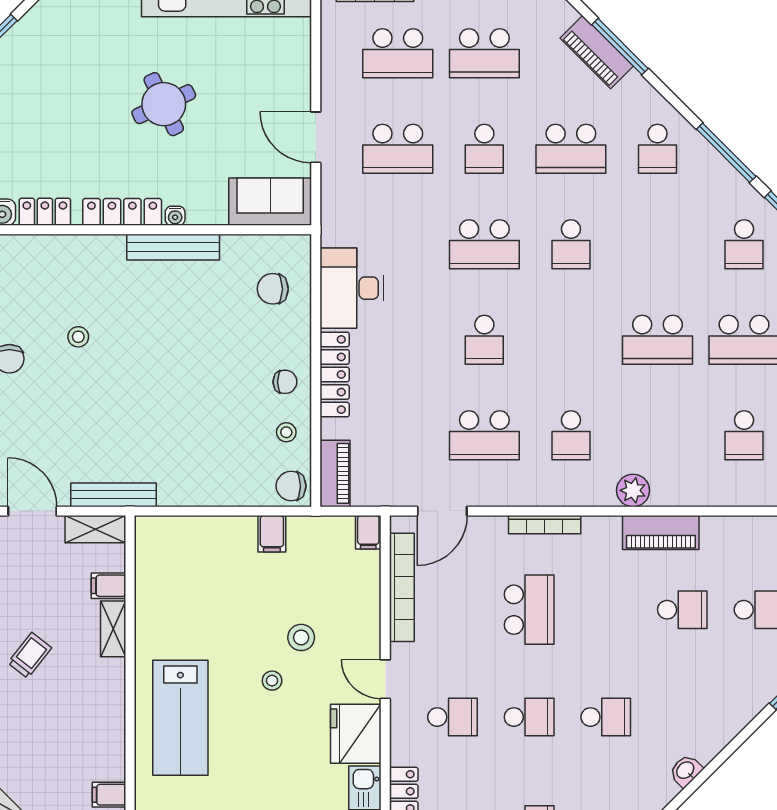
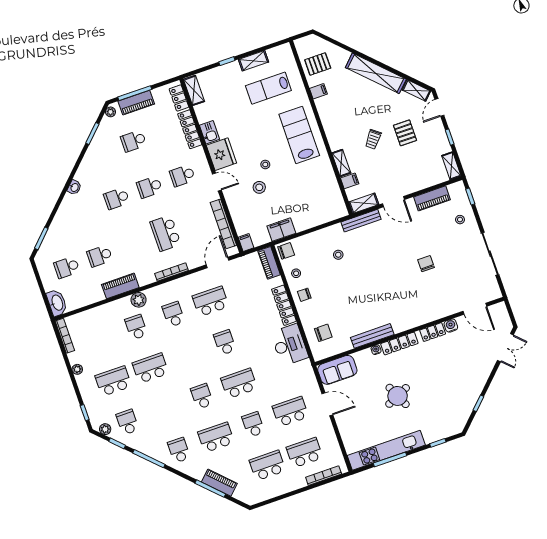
stool: (78, 337) -> (338, 255), moved
school desk: (744, 435) -> (136, 327), moved
filing cabinet: (272, 534) -> (281, 230), width x2.00

